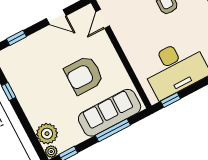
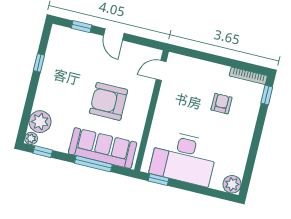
door: (56, 17) -> (114, 34), moved

